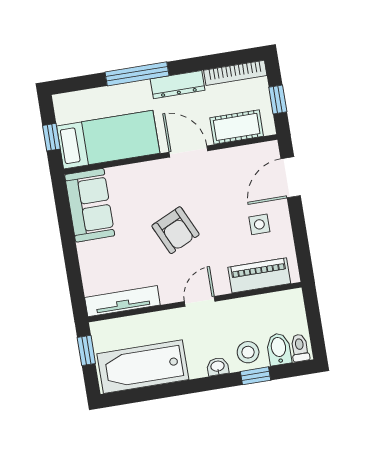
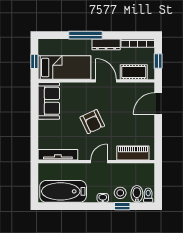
side table: (259, 224) -> (137, 126), removed
window: (86, 350) -> (34, 178), removed

